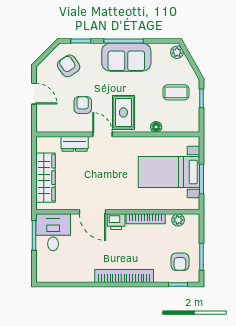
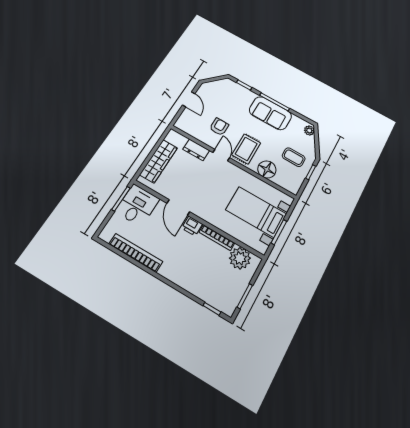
armchair: (69, 66) -> (225, 96), removed
floor lamp: (156, 127) -> (267, 169), width x1.89, depth x1.89
plant: (178, 220) -> (240, 258), width x1.87, depth x1.87
armchair: (180, 262) -> (225, 290), removed
bookcase: (124, 276) -> (136, 253), moved

